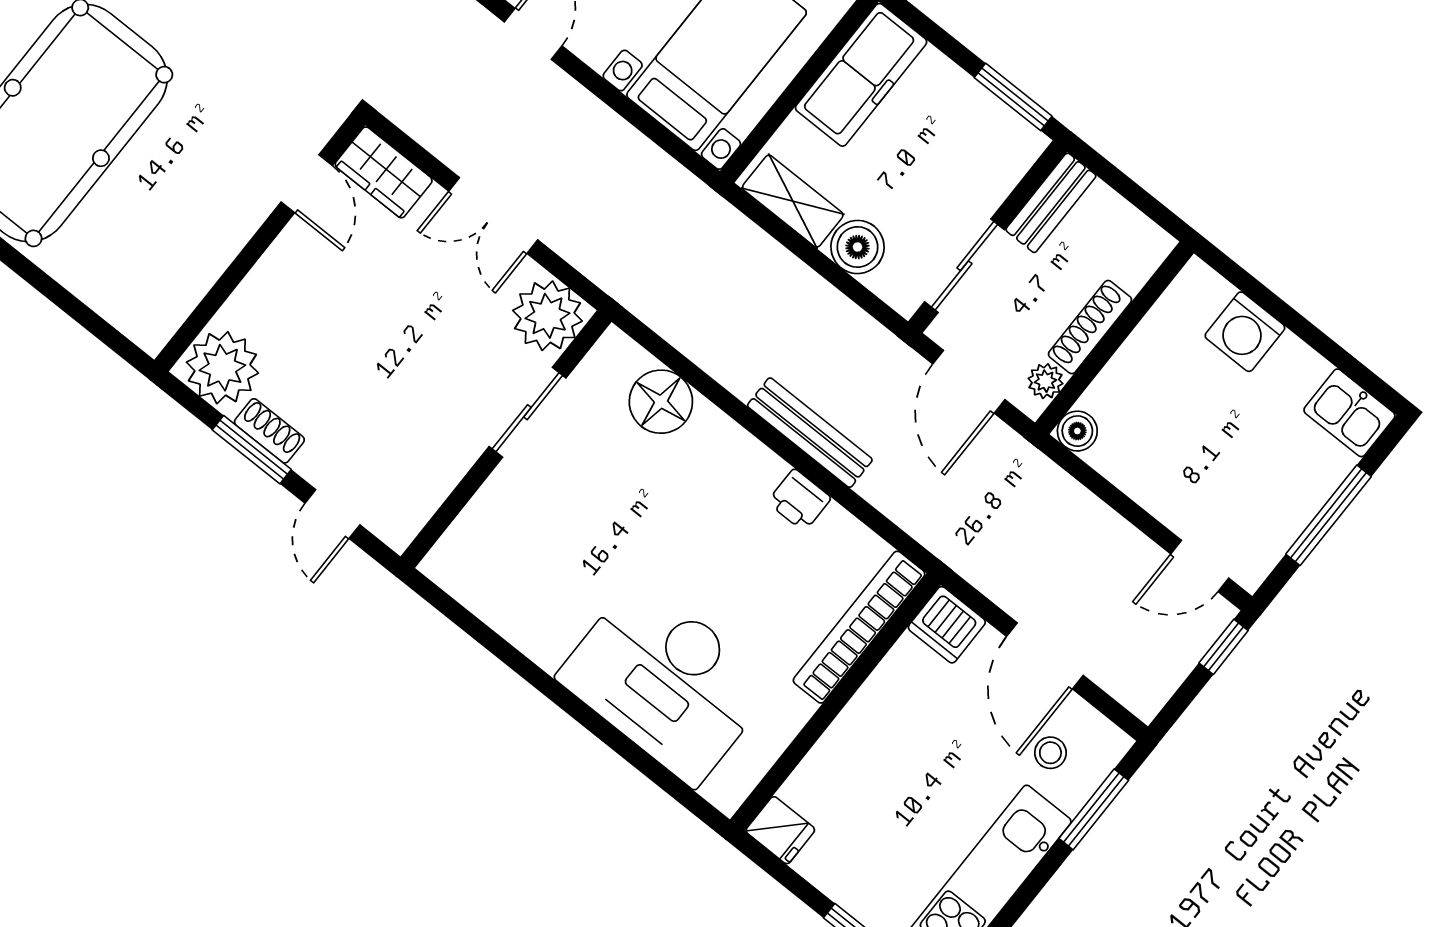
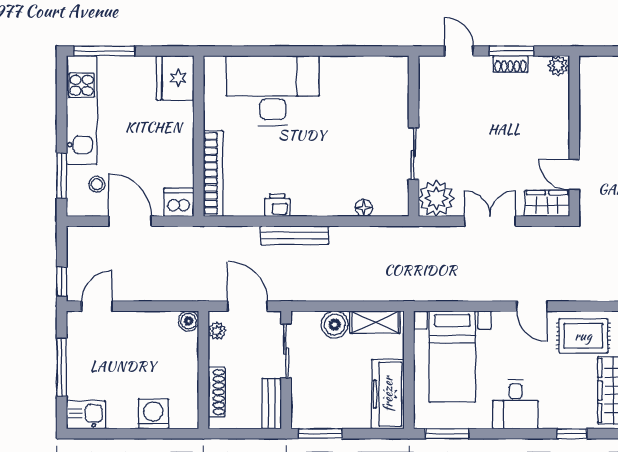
shoe rack: (1090, 327) -> (217, 392), moved
plant: (222, 368) -> (558, 66), width x0.53, depth x0.53
floor lamp: (661, 402) -> (364, 208), width x0.53, depth x0.53
fridge: (780, 830) -> (175, 78), width x1.88, depth x1.34

